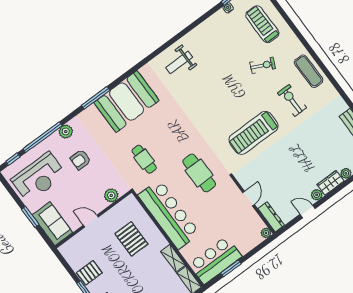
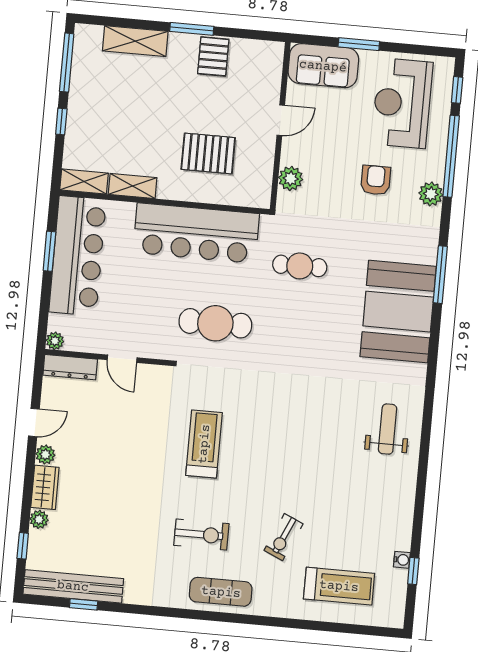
treadmill: (253, 133) -> (204, 444), width x0.73, depth x0.73
bar counter: (215, 260) -> (78, 256), width x1.36

